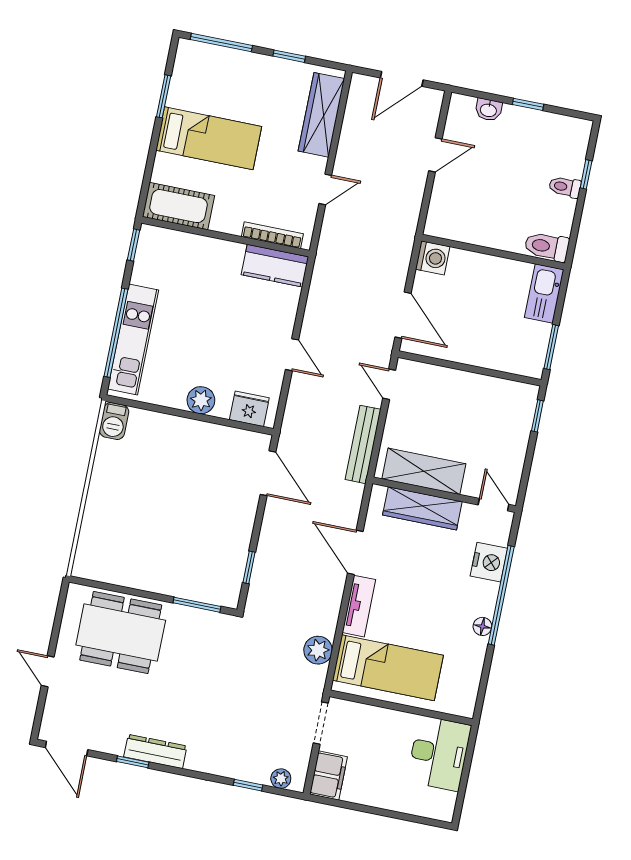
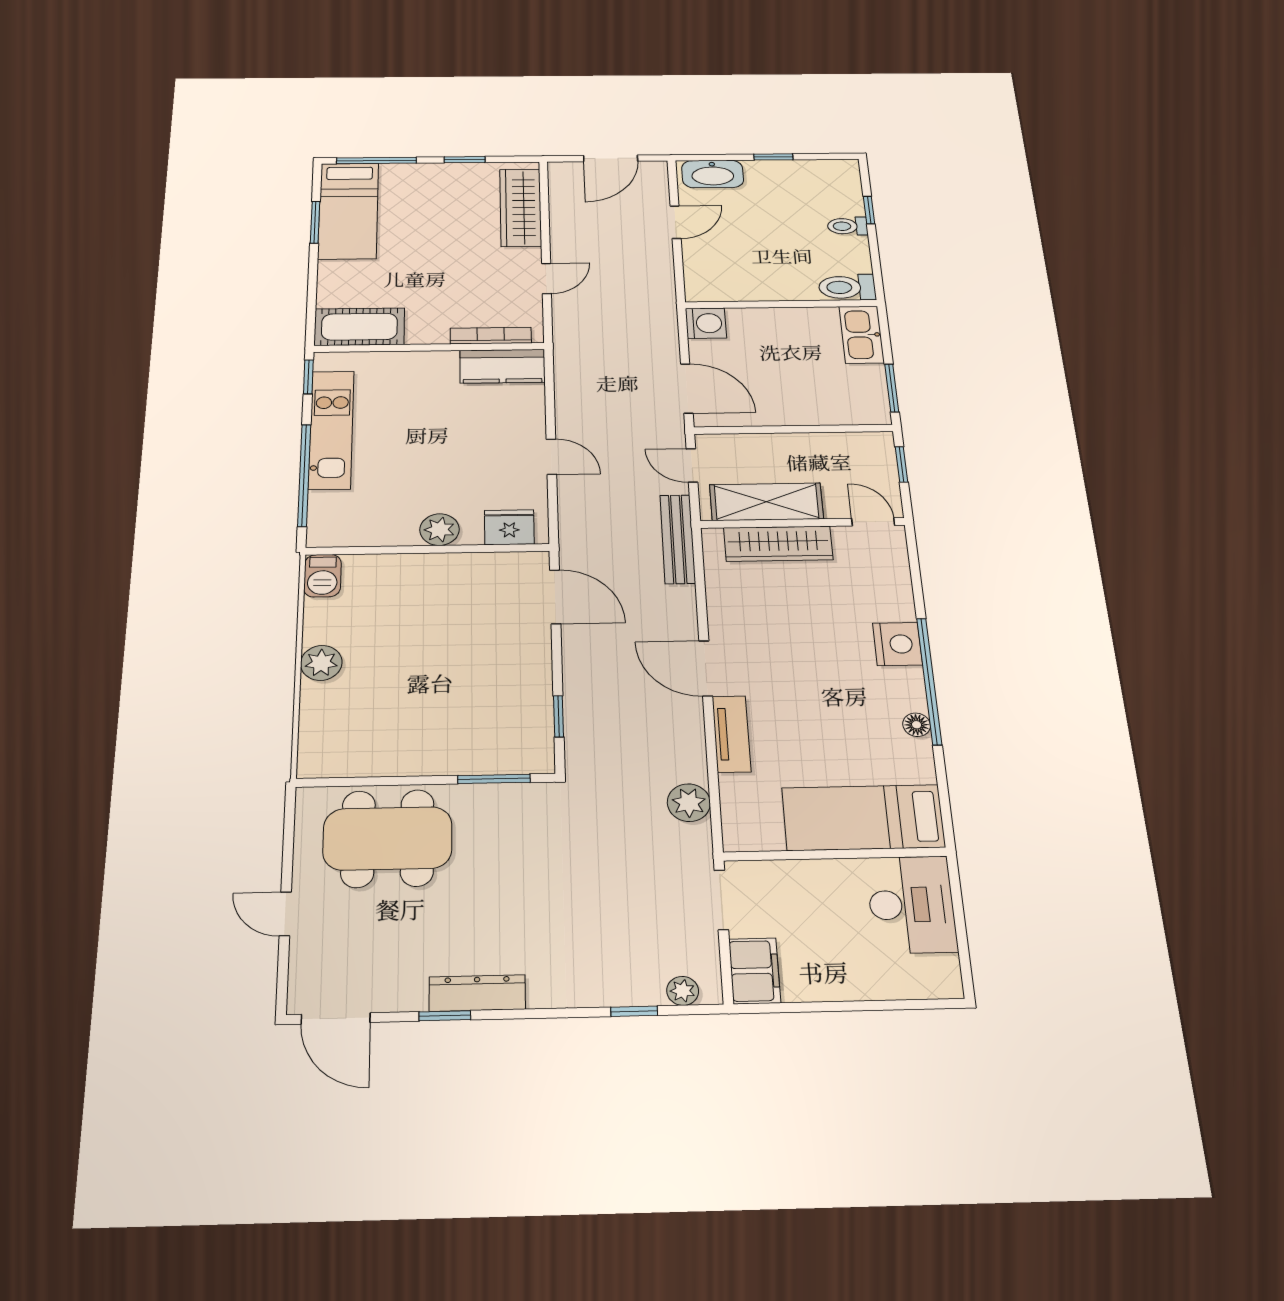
washbasin: (488, 110) -> (713, 174), width x1.91, depth x1.45
bed: (209, 138) -> (348, 211), moved, turned 90
kitchen unit: (133, 339) -> (331, 430), moved
shelving: (424, 471) -> (766, 502), moved
plant: (101, 491) -> (321, 663), added
wall: (444, 495) -> (803, 523), moved
door: (494, 505) -> (873, 522), moved
wardrobe: (422, 508) -> (778, 544), moved
bed: (388, 668) -> (863, 818), moved, turned 180

